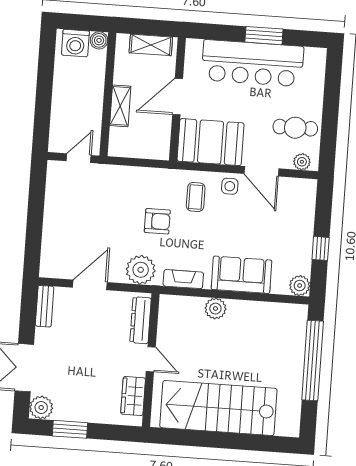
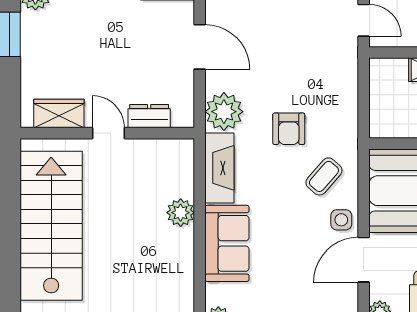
coffee table: (196, 197) -> (324, 176), turned -49
fireplace: (183, 279) -> (219, 168), width x1.37, depth x1.32
dresser: (141, 320) -> (149, 116), width x0.70
door: (151, 359) -> (108, 133), swing flipped

